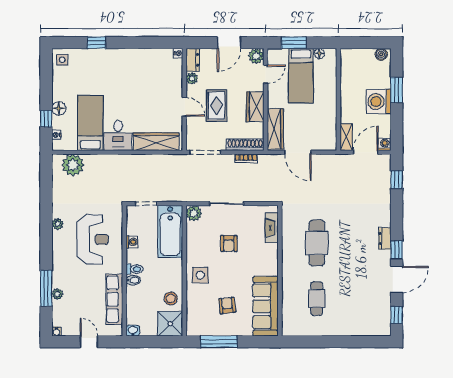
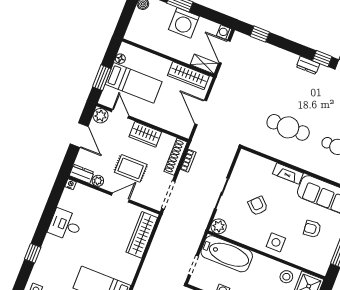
wardrobe: (275, 129) -> (188, 76), moved, turned 180
desk: (118, 135) -> (65, 225), moved, turned 180
door: (298, 152) -> (201, 112), swing flipped
fireplace: (272, 228) -> (288, 173), moved
armchair: (229, 243) -> (258, 206), turned -136

